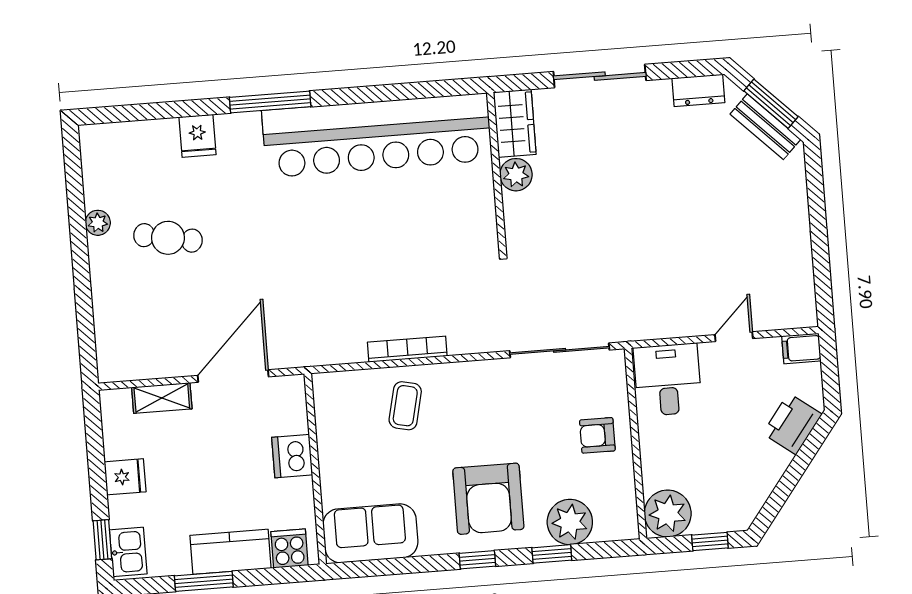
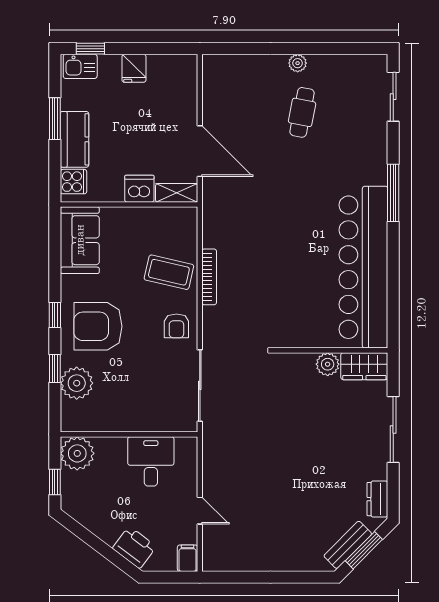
sliding door: (136, 113) -> (393, 97), added
fridge: (197, 136) -> (373, 139), removed
plant: (98, 223) -> (298, 63), moved
desk: (668, 380) -> (151, 461), moved, turned -90
shelving: (162, 398) -> (177, 193), moved, turned 90
coffee table: (405, 406) -> (169, 272), width x1.36, depth x1.30
armchair: (597, 435) -> (176, 326), moved, turned 180

